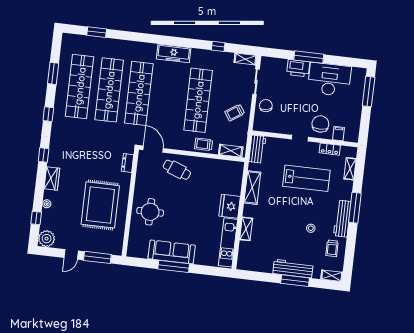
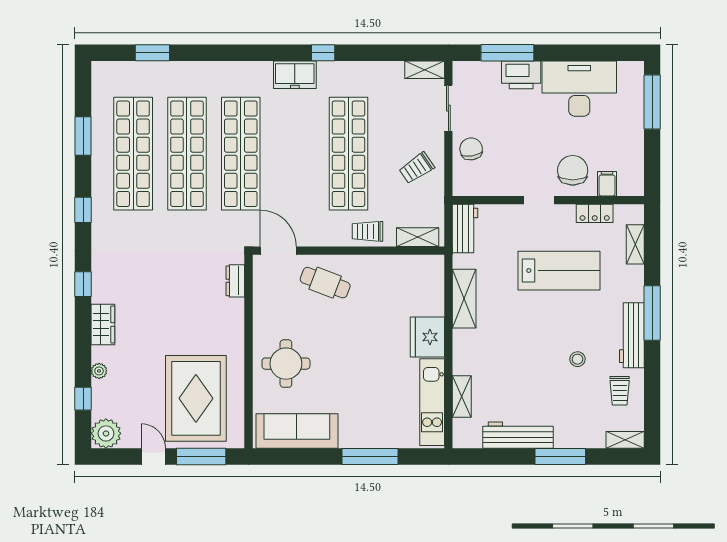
window: (218, 46) -> (323, 53), moved
freezer: (174, 53) -> (295, 75), width x0.71
window: (309, 57) -> (507, 53), moved
rug: (100, 205) -> (196, 398), moved
shelving: (246, 229) -> (462, 397), moved
sofa: (172, 252) -> (297, 431), moved
door: (71, 254) -> (153, 456), swing flipped
window: (174, 266) -> (370, 456), moved
workbench: (293, 269) -> (518, 435), moved

